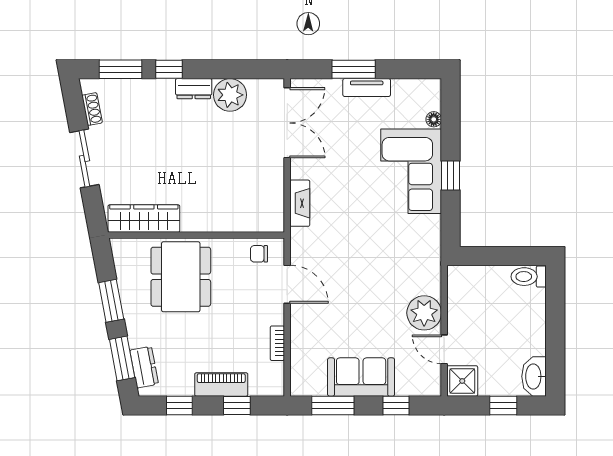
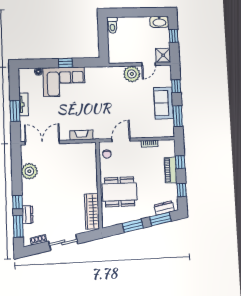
dresser: (194, 89) -> (28, 215), moved

